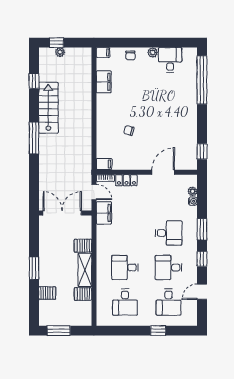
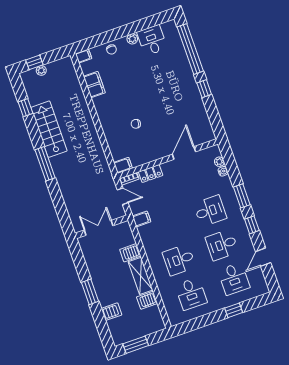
window: (202, 151) -> (204, 89), moved
double door: (62, 213) -> (99, 228), width x0.73
filing cabinet: (104, 213) -> (142, 219), width x0.50

